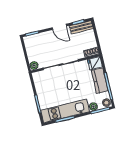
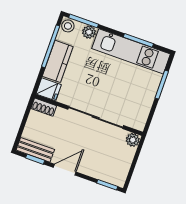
door: (59, 27) -> (65, 170), hinge flipped

